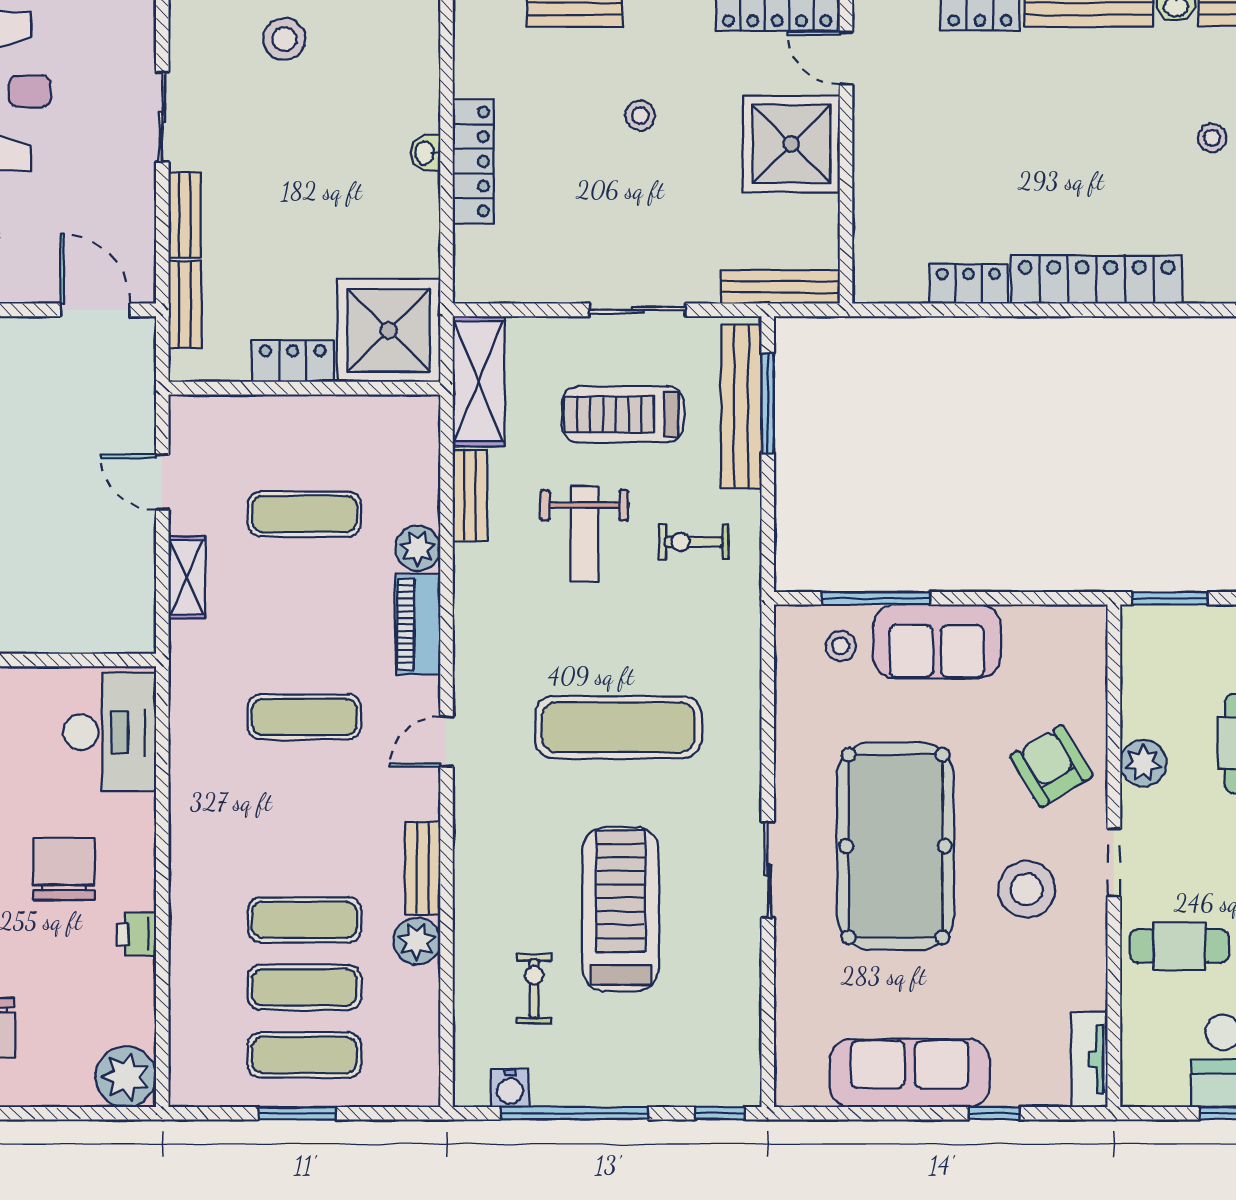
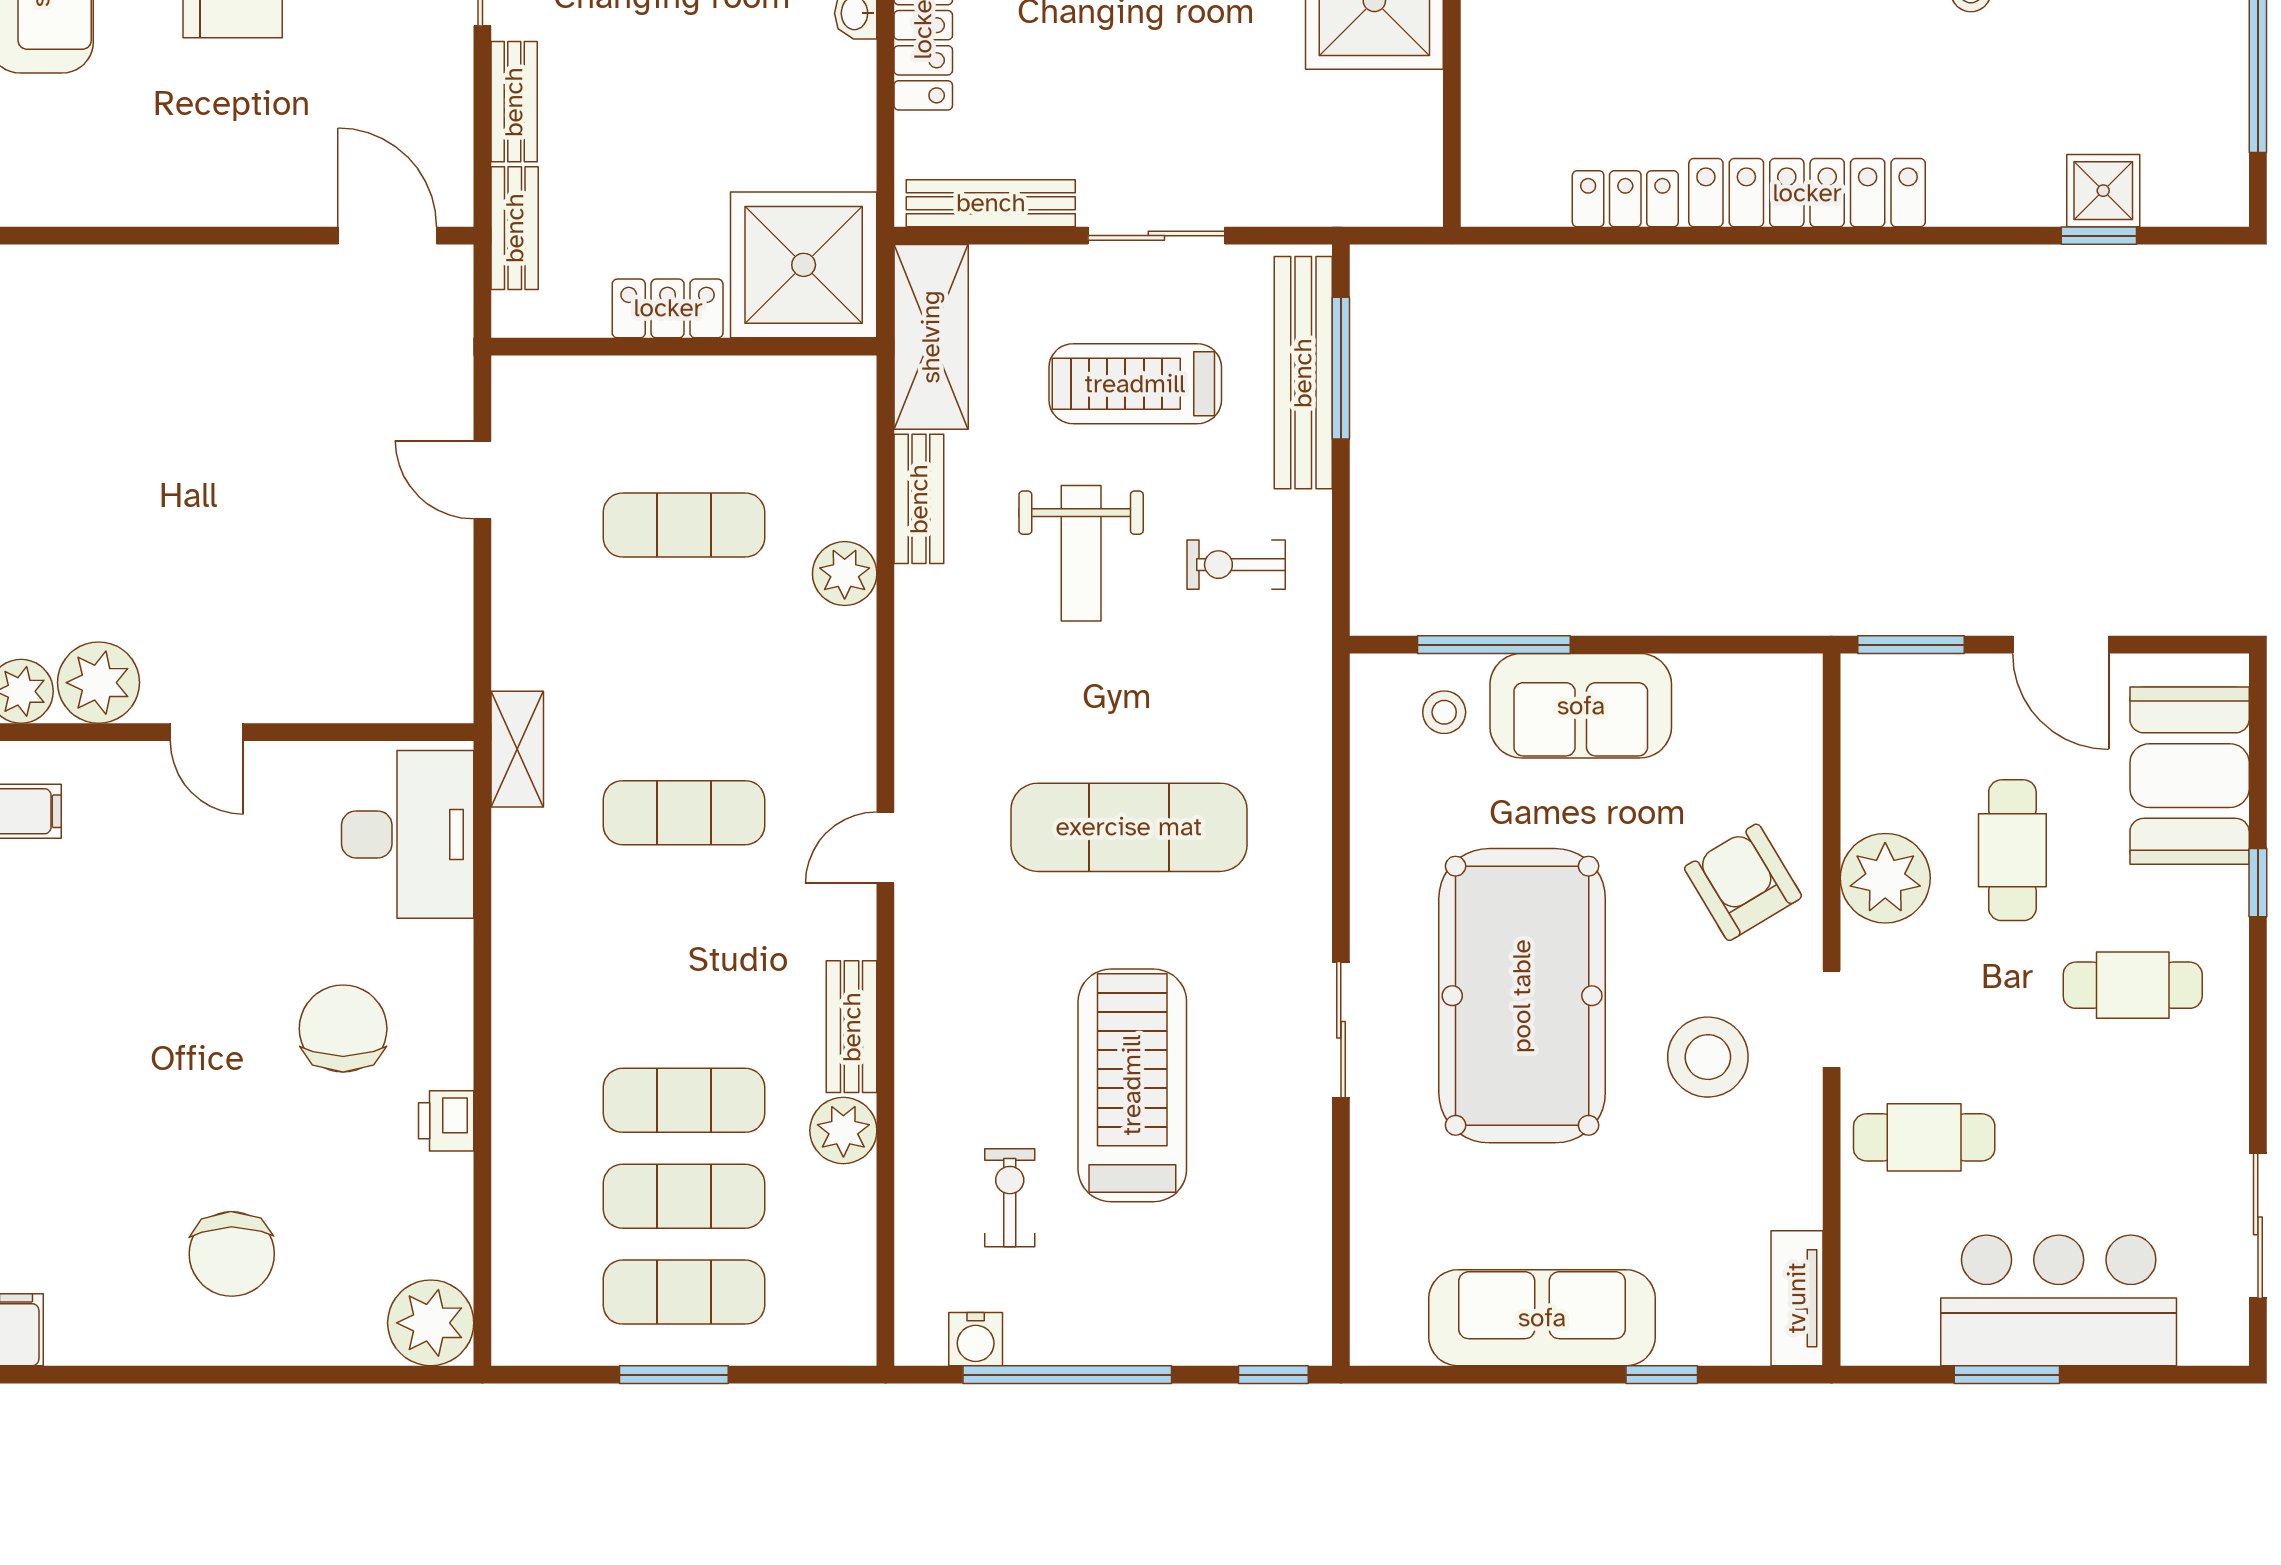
bench: (780, 287) -> (991, 203), moved
shelving: (187, 577) -> (517, 749), moved
piano: (418, 624) -> (845, 682), removed
plant: (1143, 763) -> (1885, 878), width x1.36, depth x1.36

